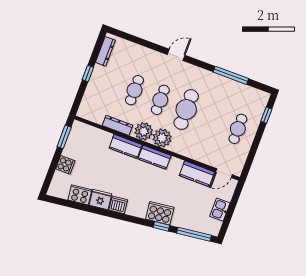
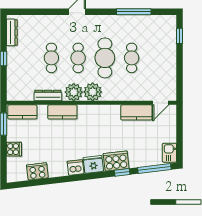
cafe table: (238, 129) -> (132, 58), moved
kitchen counter: (155, 157) -> (22, 112), moved
fridge: (100, 200) -> (93, 164), moved
kitchen sink: (220, 210) -> (169, 153), moved

